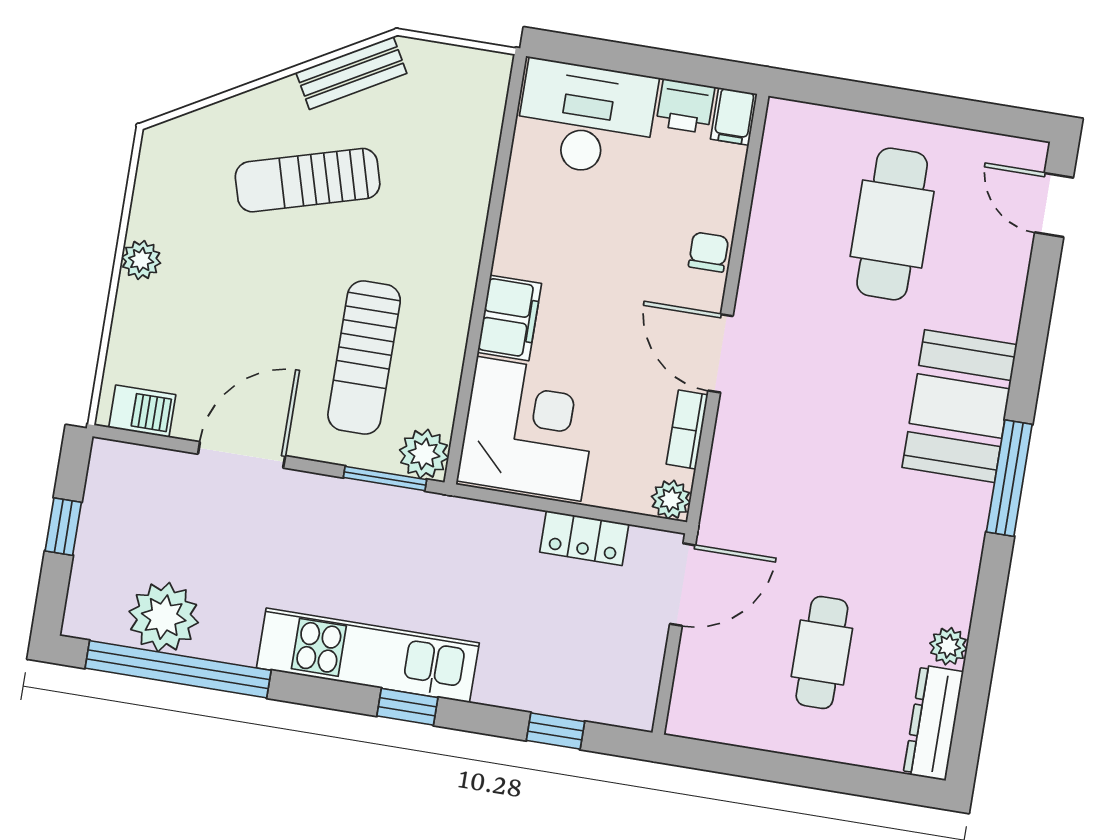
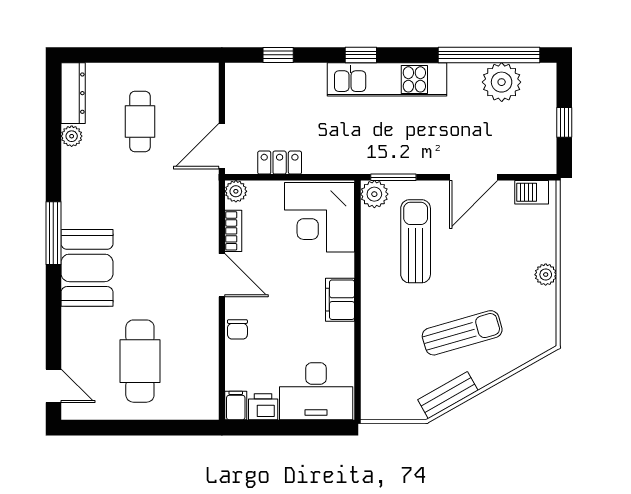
filing cabinet: (509, 318) -> (340, 300), moved

